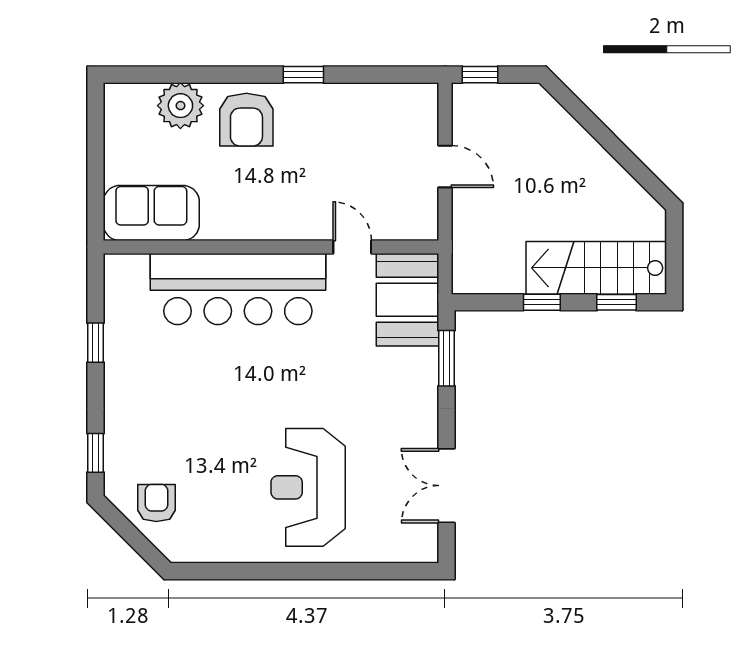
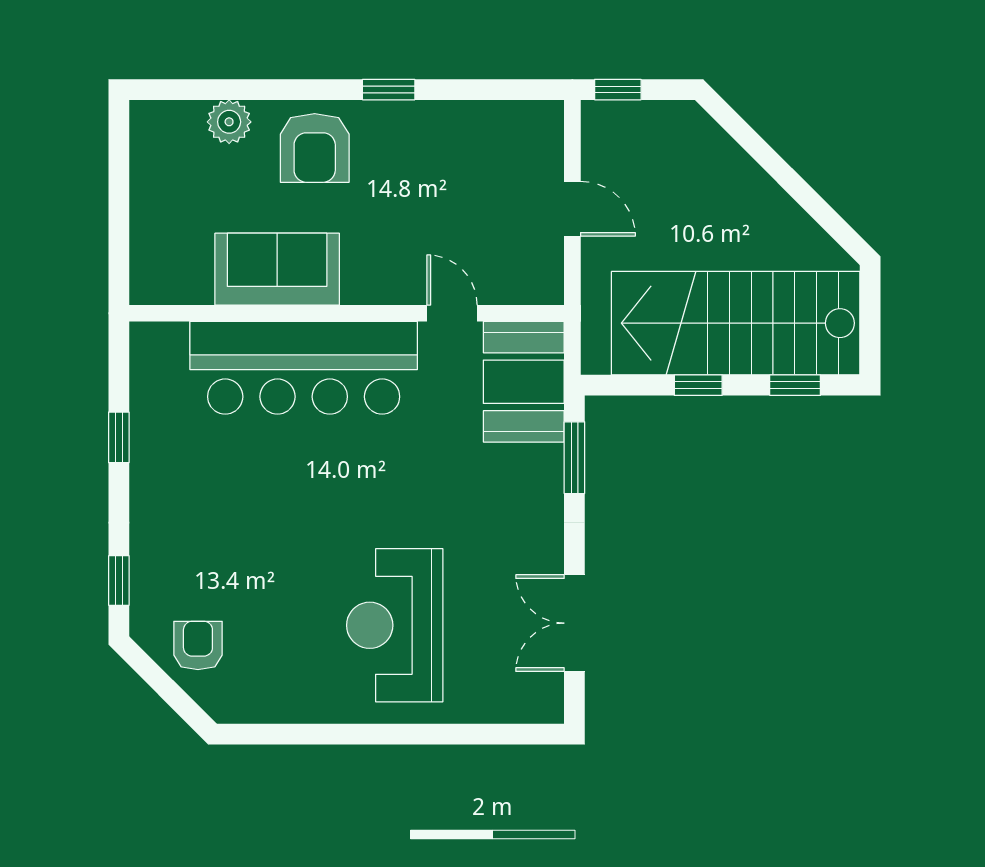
plant: (180, 106) -> (229, 122), width x0.73, depth x0.73
sofa: (151, 213) -> (277, 269), moved
stairs: (596, 268) -> (736, 323), width x1.36, depth x1.51

